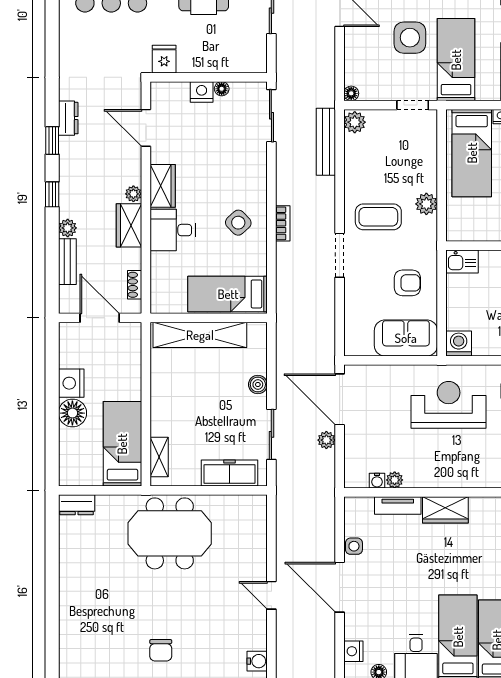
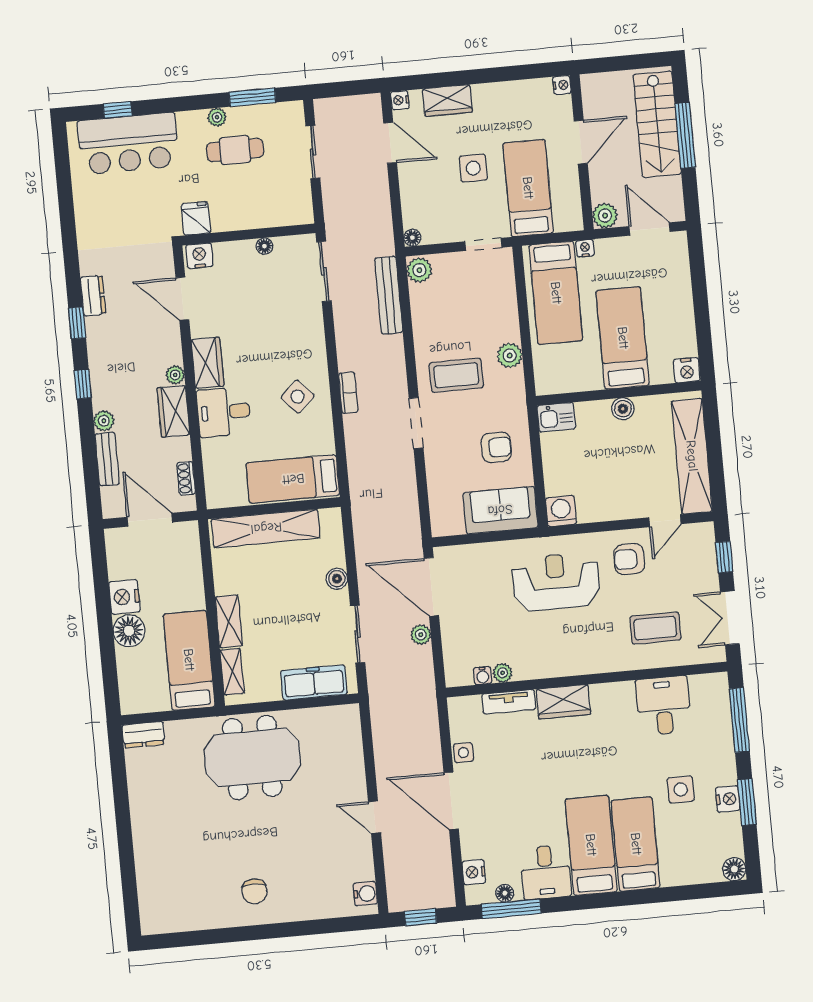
side table: (410, 38) -> (473, 168), width x0.73, depth x0.73
nightstand: (202, 92) -> (199, 256), moved
shelving: (160, 413) -> (229, 621), added

